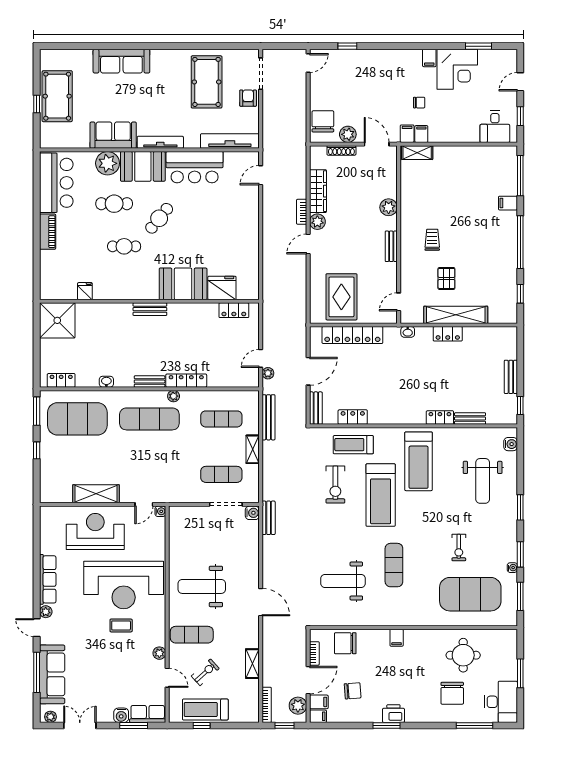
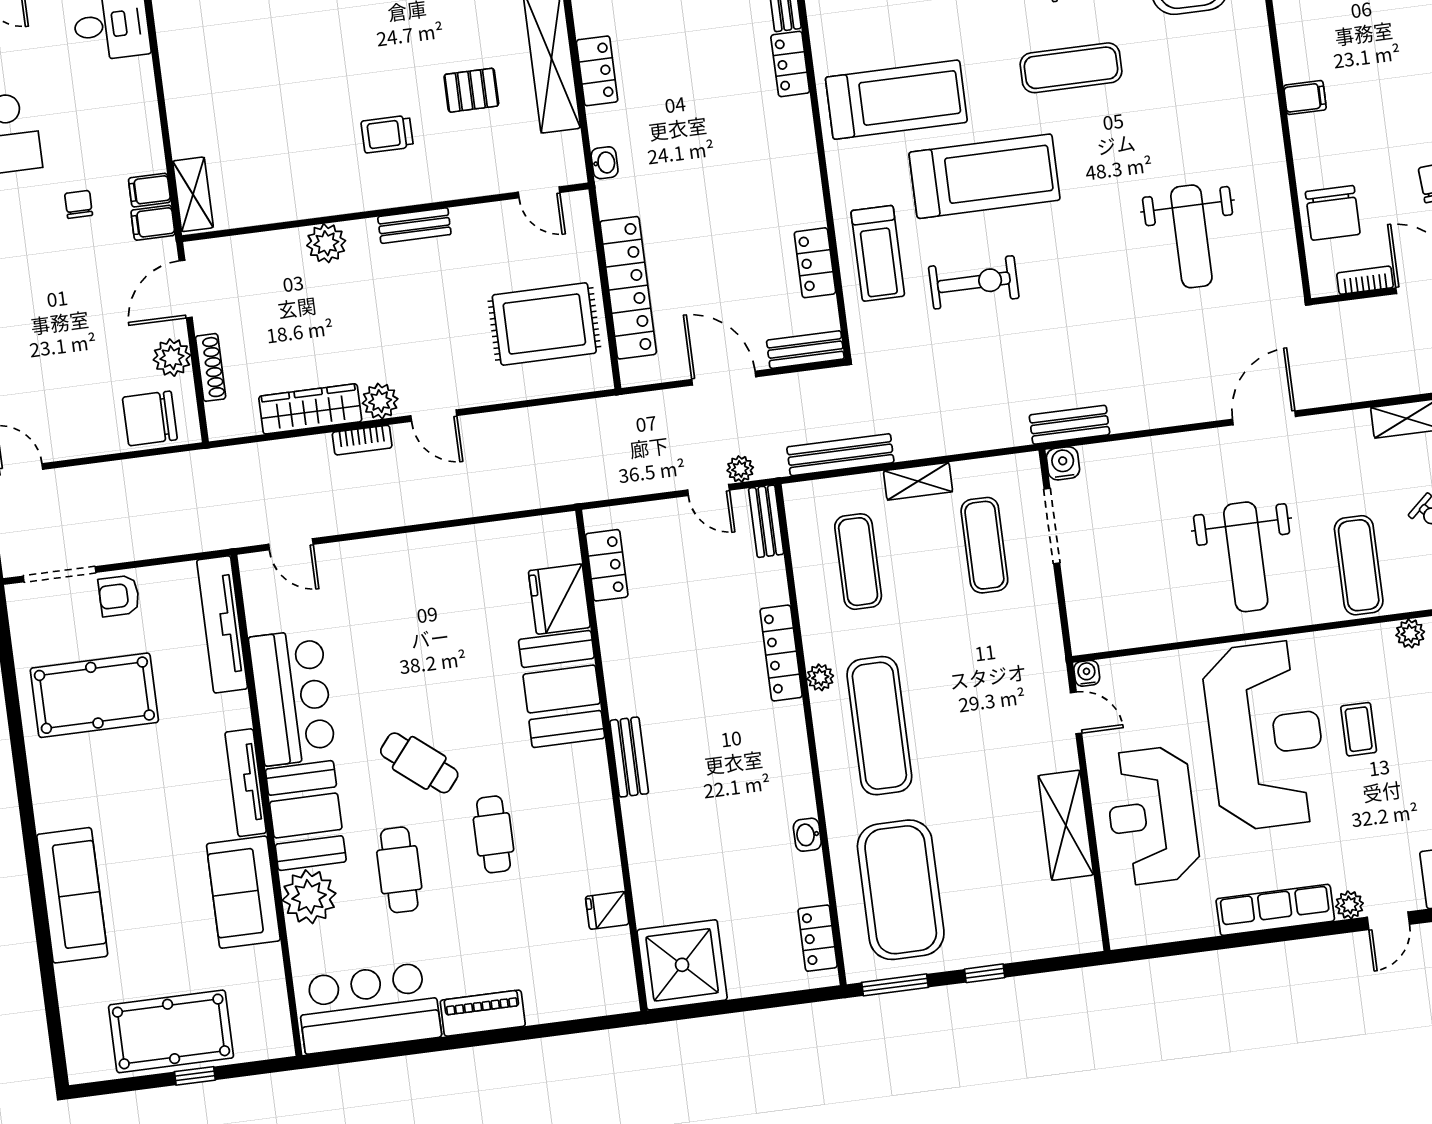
bench: (150, 381) -> (766, 521), moved
exercise mat: (394, 565) -> (1071, 68), moved

